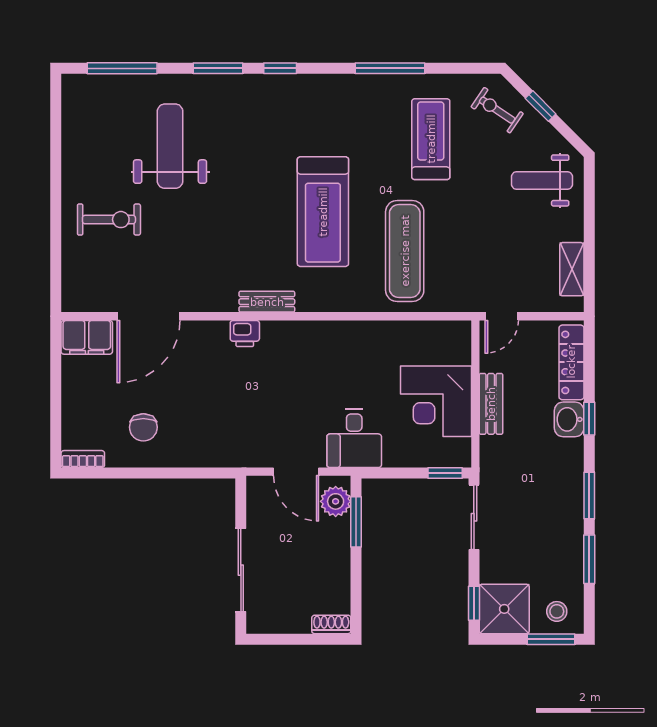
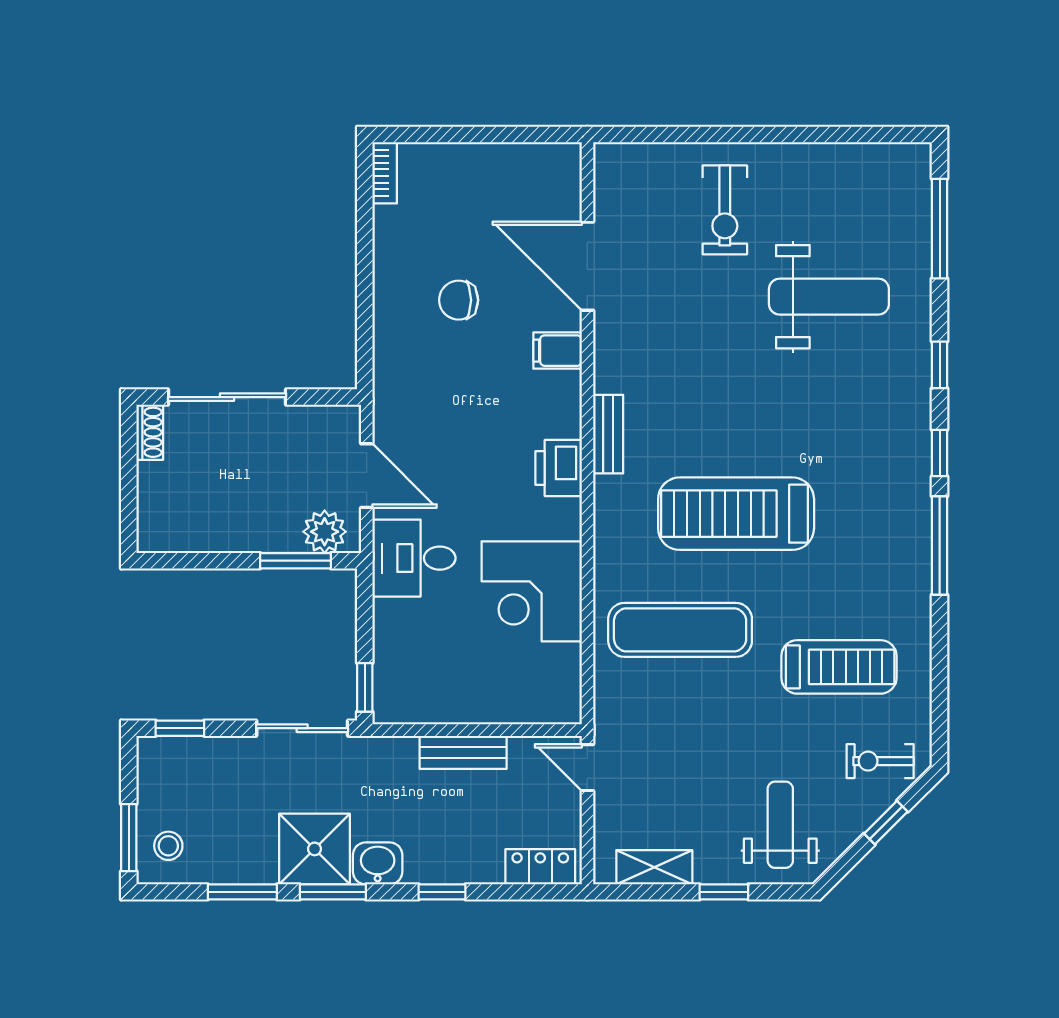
window: (218, 68) -> (940, 365), width x0.67
window: (390, 68) -> (940, 546), moved
exercise bike: (497, 110) -> (880, 761), turned -124
window: (589, 220) -> (724, 892), added
printer: (245, 333) -> (559, 468), moved, width x1.36, depth x1.24
filing cabinet: (87, 337) -> (558, 351), moved, width x0.50
locker: (571, 362) -> (540, 867), width x0.66
corner desk: (436, 401) -> (532, 591), moved, turned -90
washbasin: (569, 419) -> (378, 863), moved
chair: (143, 427) -> (459, 300), moved
door: (296, 472) -> (367, 476), swing flipped
shower: (504, 609) -> (315, 849), moved
shoe rack: (331, 624) -> (150, 432), moved

